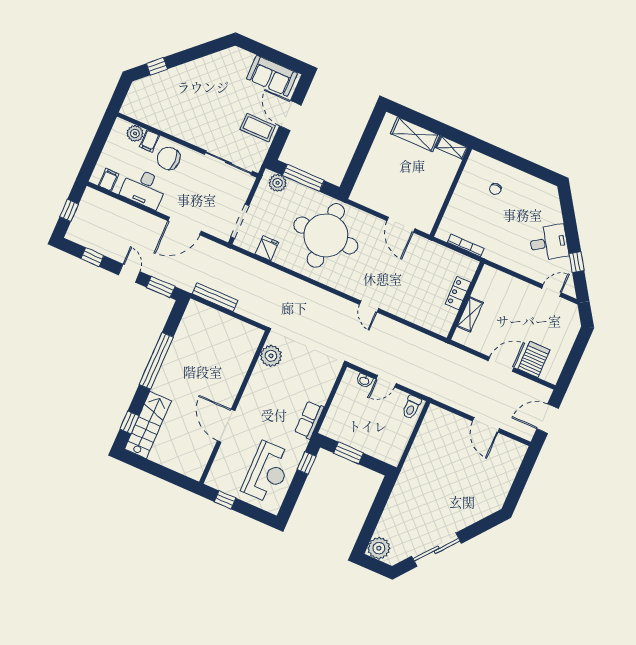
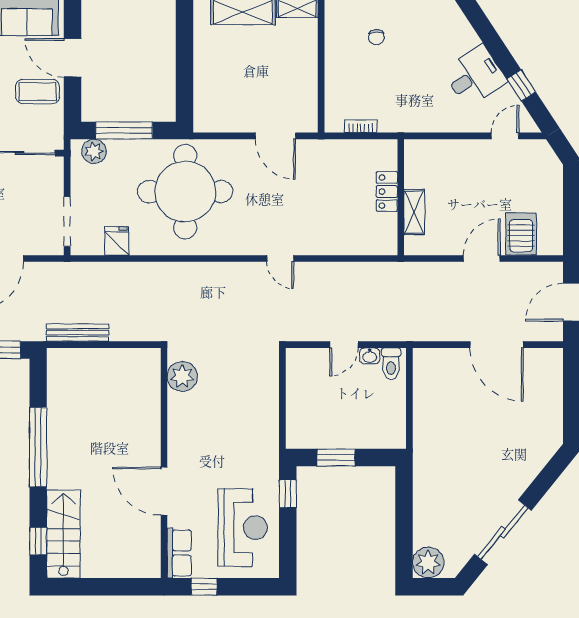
bookcase: (466, 245) -> (361, 126), width x0.64
washbasin: (364, 381) -> (370, 356), moved
row of seats: (309, 420) -> (179, 553), moved, turned 180
door: (486, 425) -> (497, 345), width x1.36

